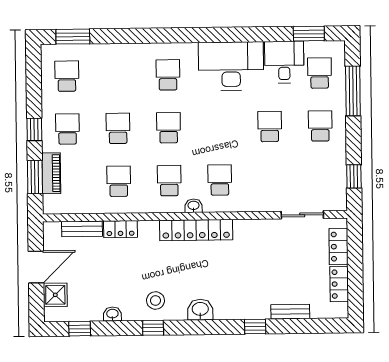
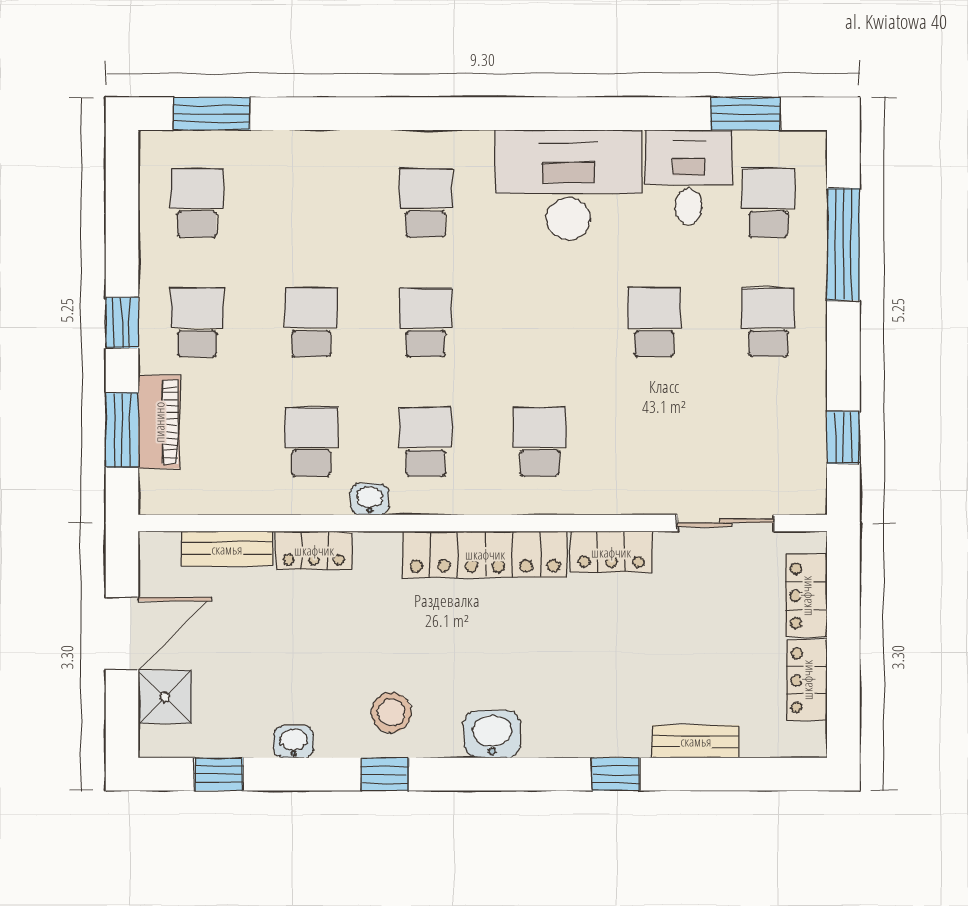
washbasin: (194, 206) -> (369, 499), moved
locker: (252, 228) -> (611, 552), added

